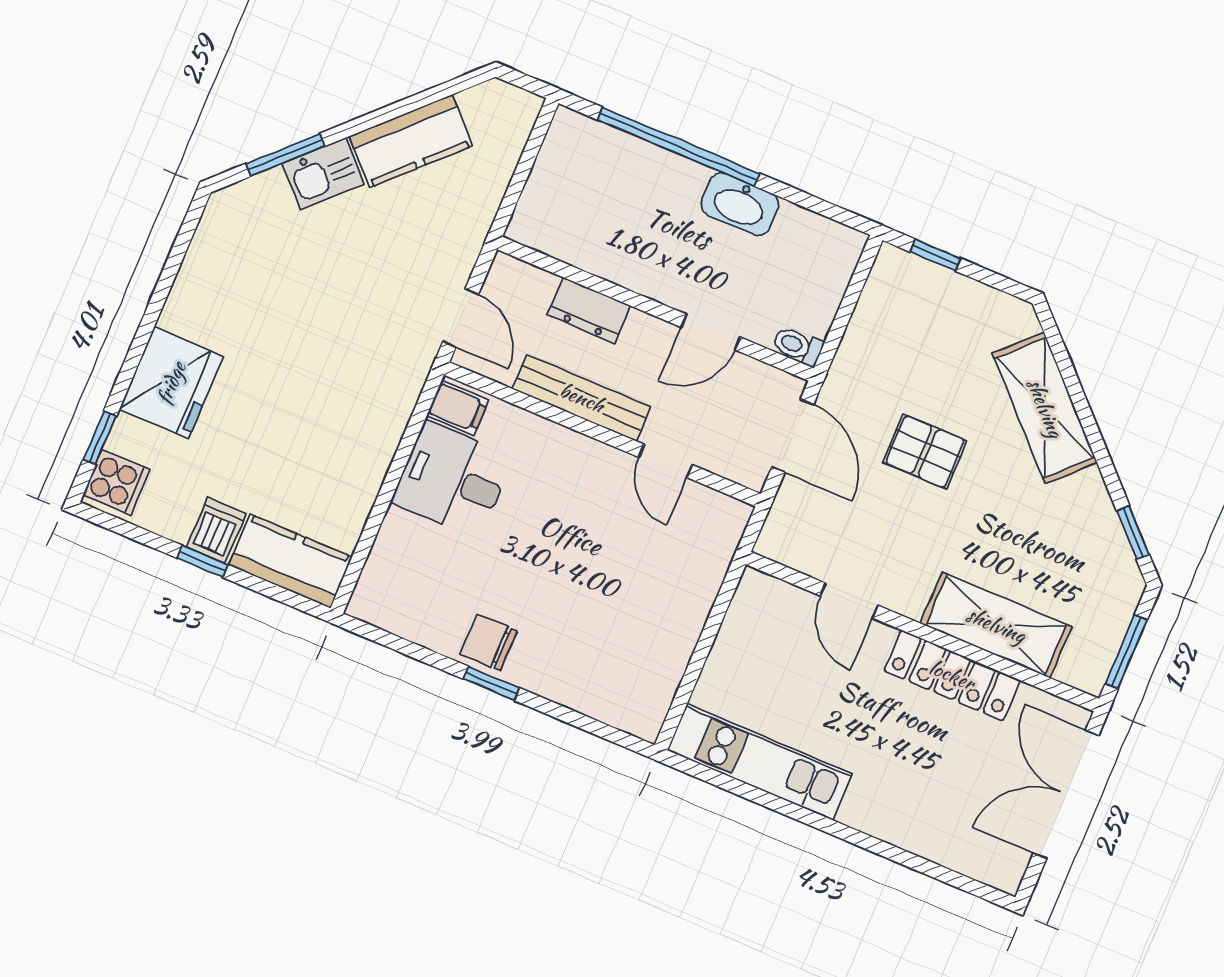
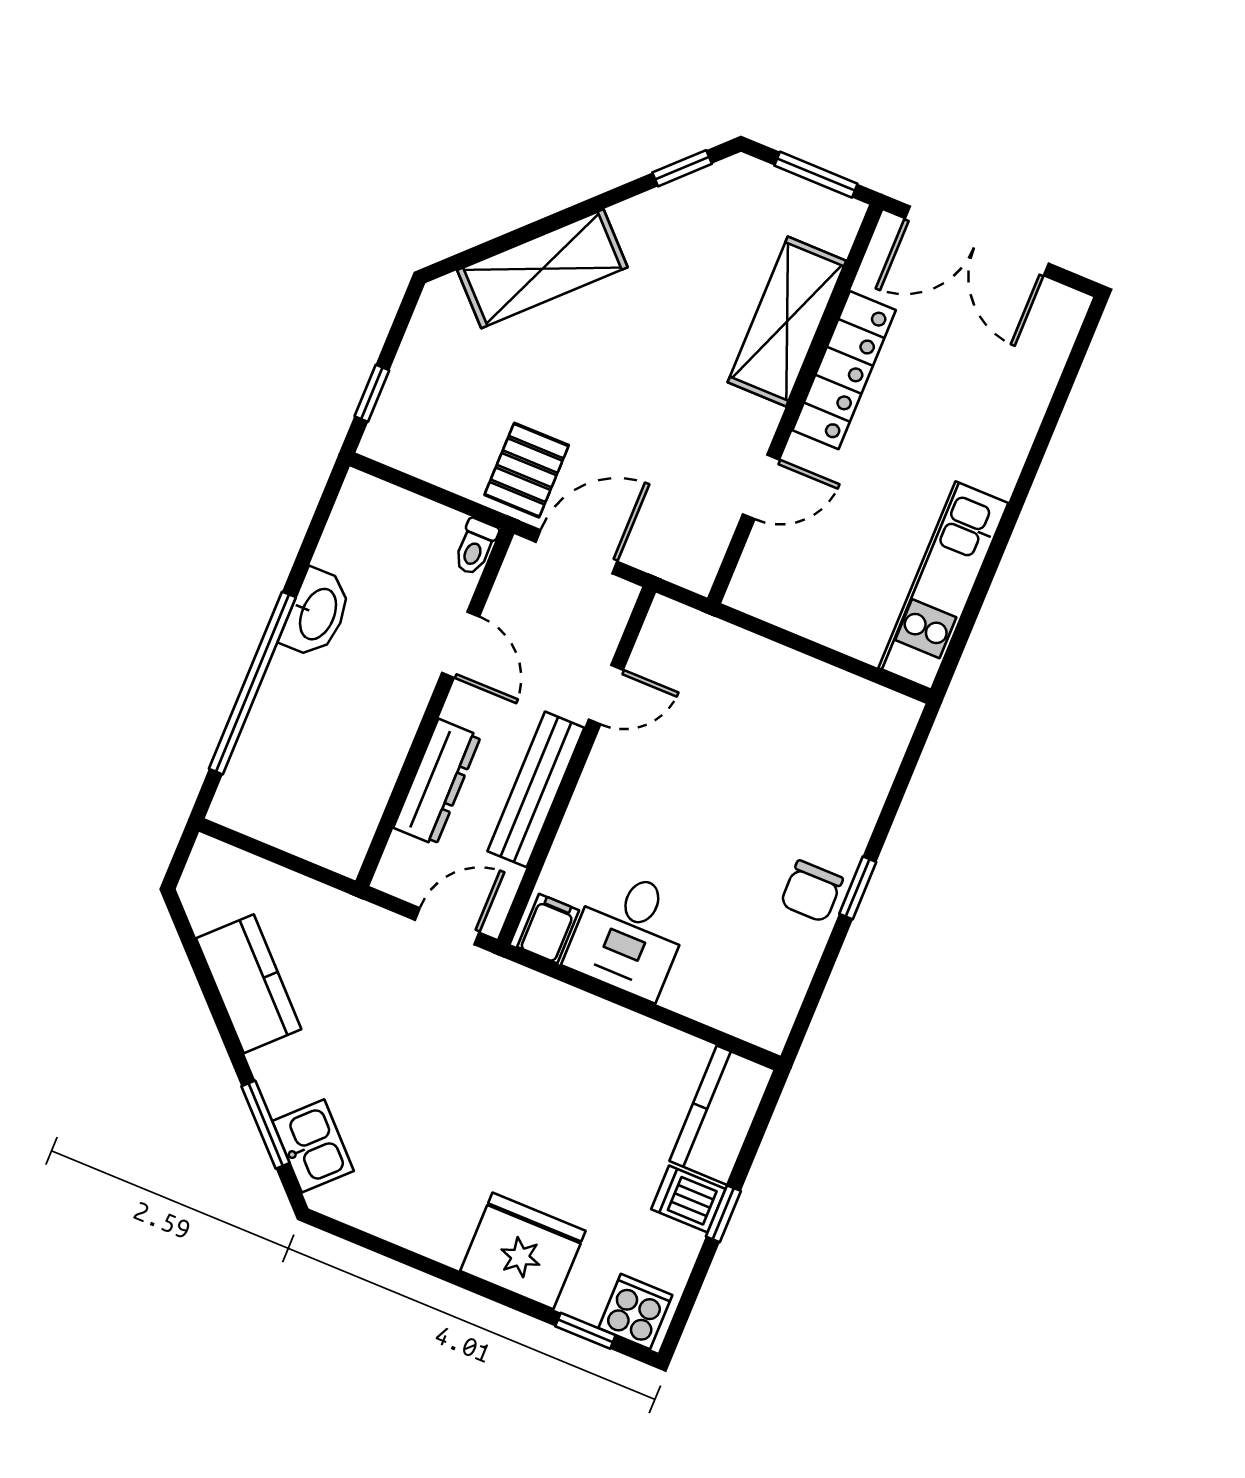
kitchen sink: (323, 174) -> (313, 1146), moved
dresser: (589, 310) -> (437, 782), width x1.44
pallet: (925, 452) -> (527, 470), moved

